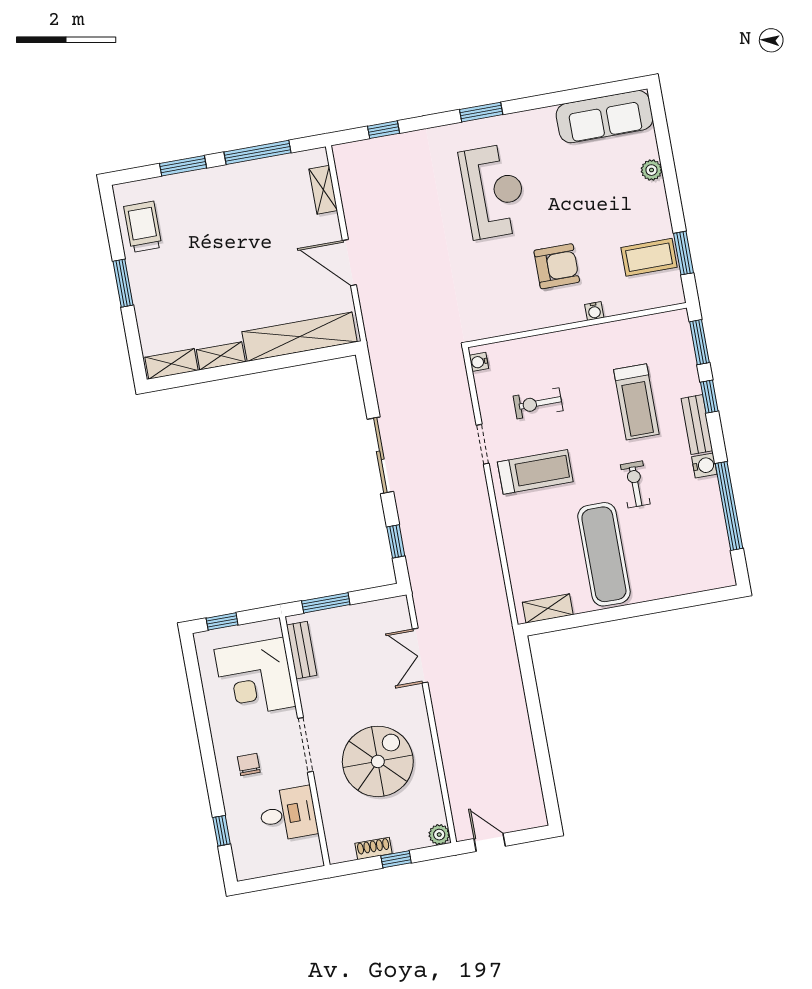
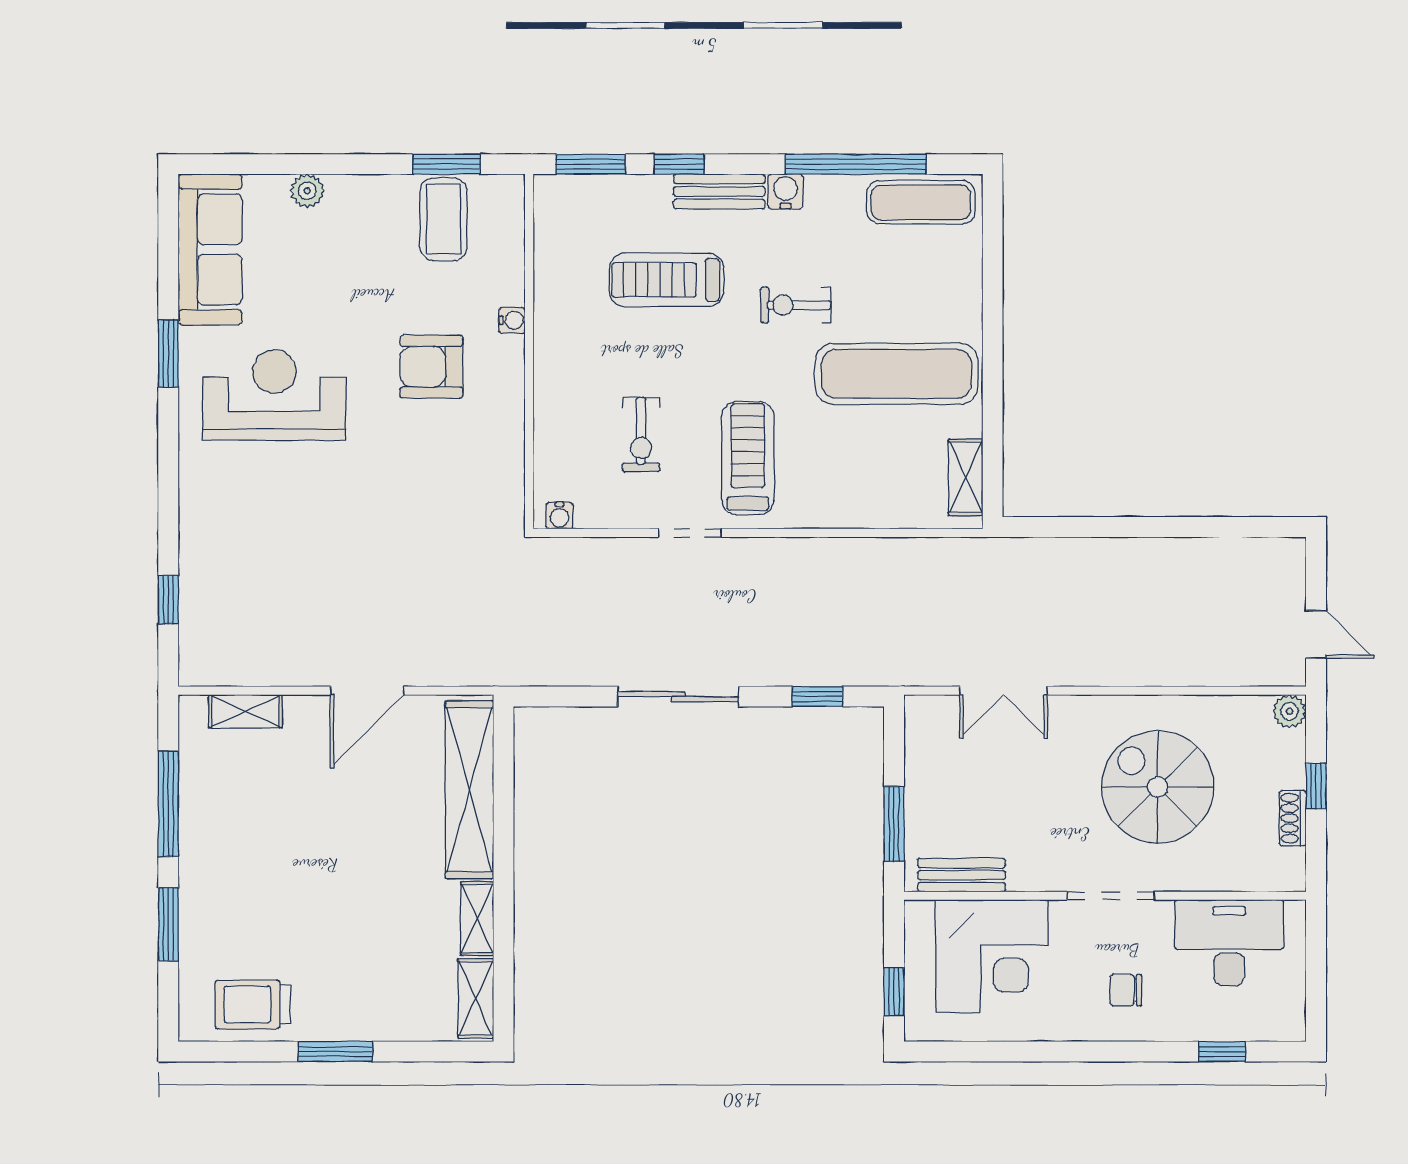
window: (481, 112) -> (168, 354), moved
reception desk: (493, 191) -> (274, 395), moved
armchair: (557, 266) -> (431, 367), turned -90
treadmill: (636, 402) -> (667, 280), turned 180
exercise mat: (713, 550) -> (921, 202), added
desk: (288, 814) -> (1229, 943), width x1.37
door: (490, 842) -> (1316, 634), swing flipped

